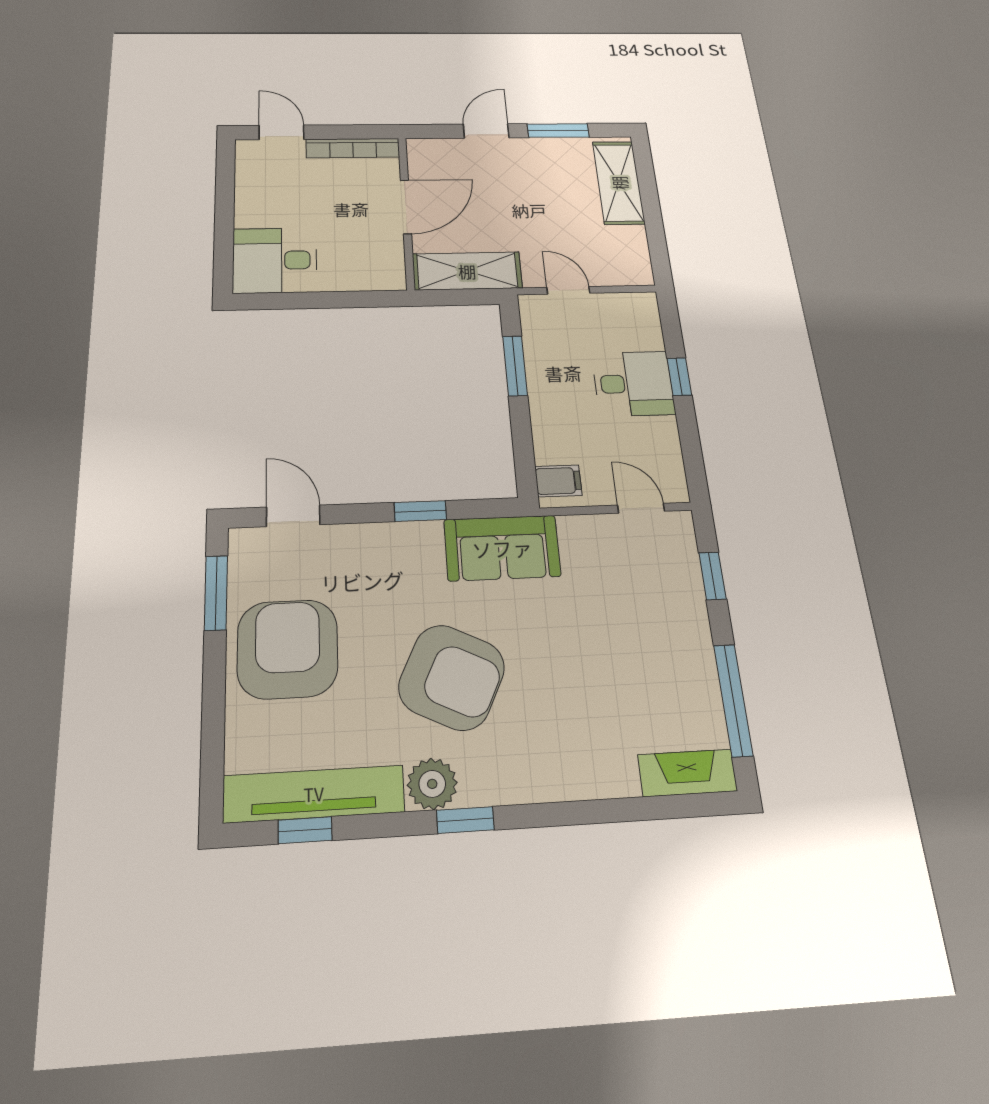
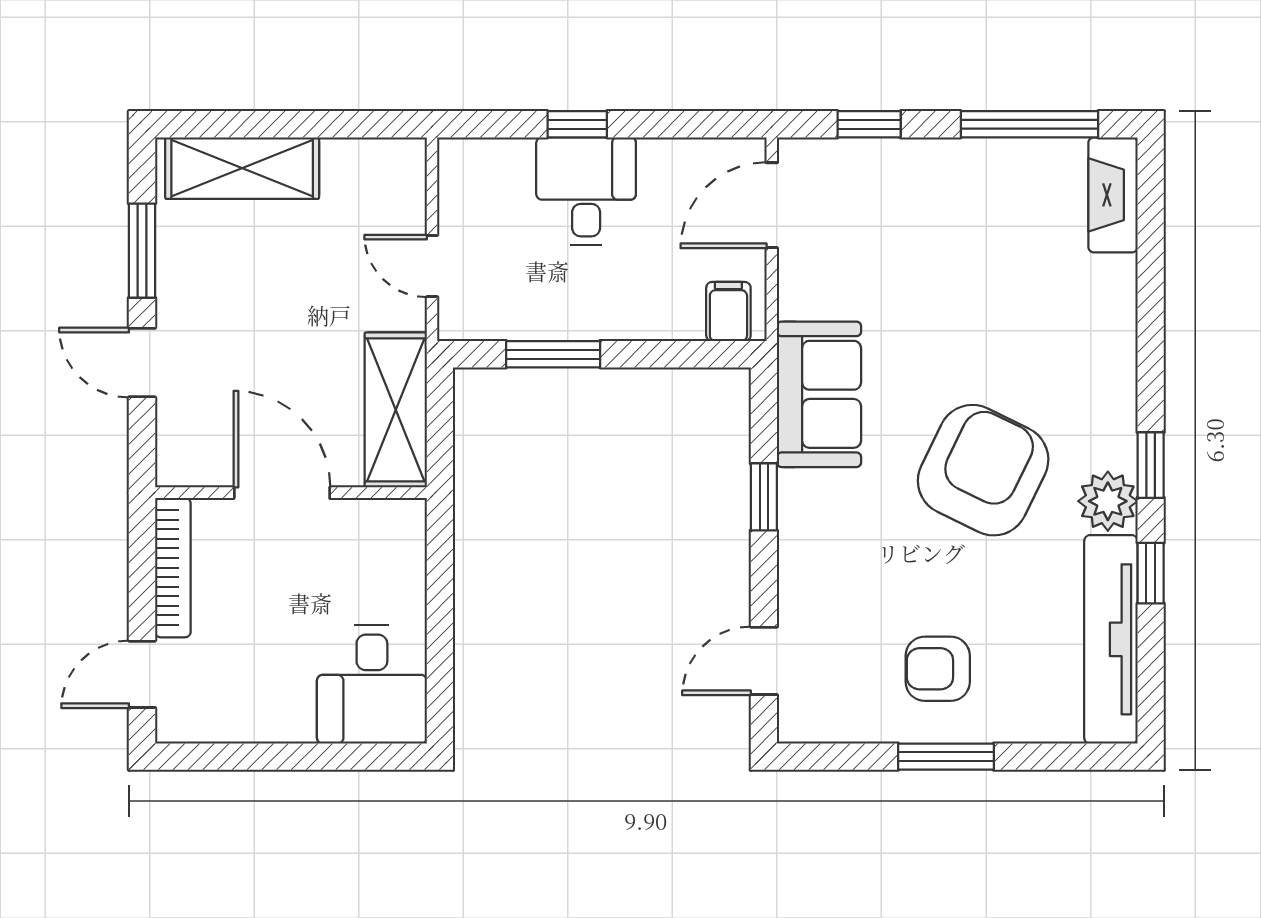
door: (568, 290) -> (432, 266), hinge flipped
door: (641, 508) -> (772, 205), width x1.37
window: (216, 593) -> (946, 757), moved
armchair: (288, 649) -> (938, 669), width x0.53, depth x0.53
window: (305, 830) -> (1151, 573), moved

